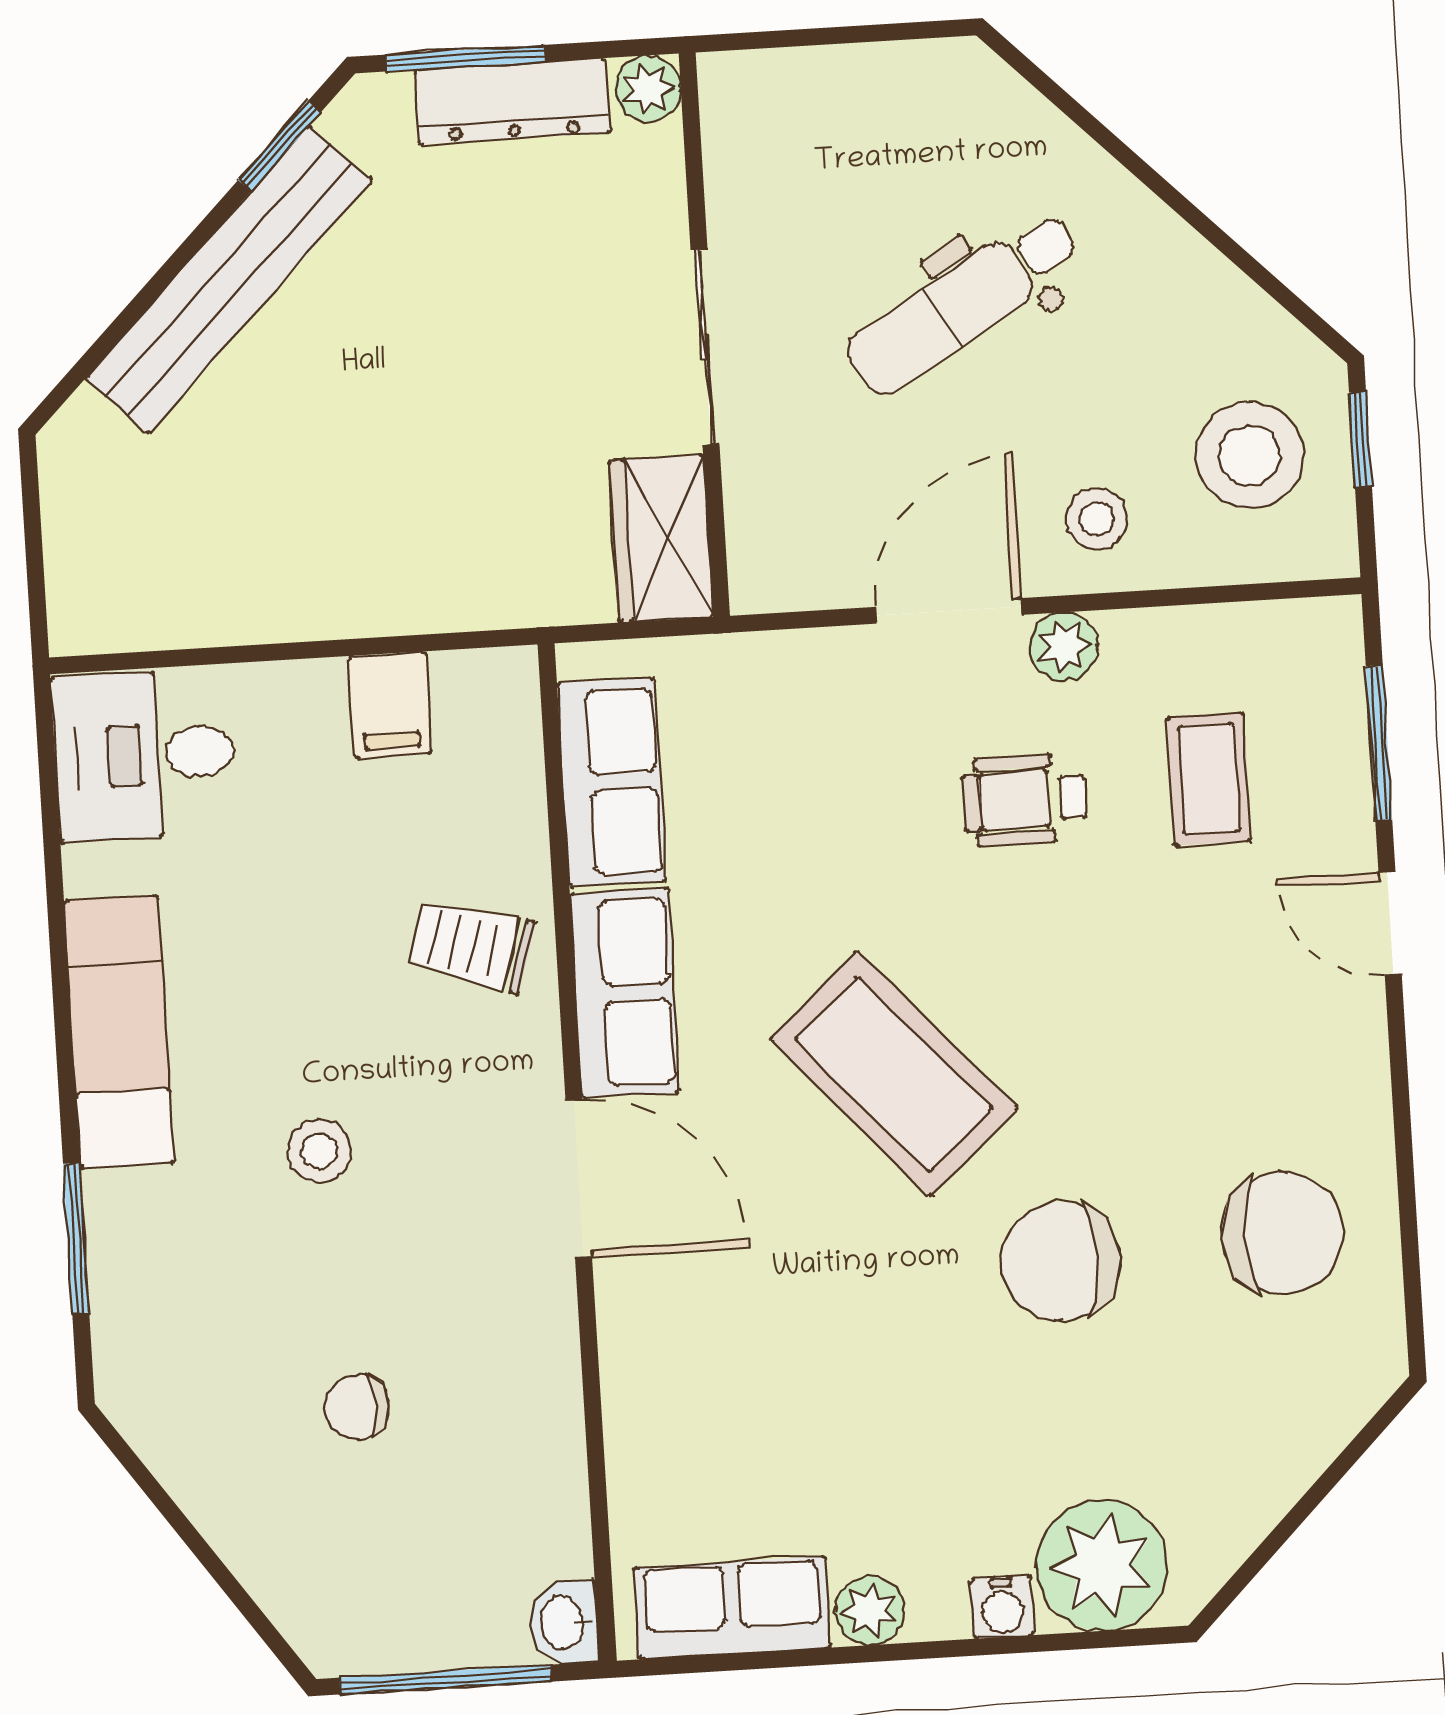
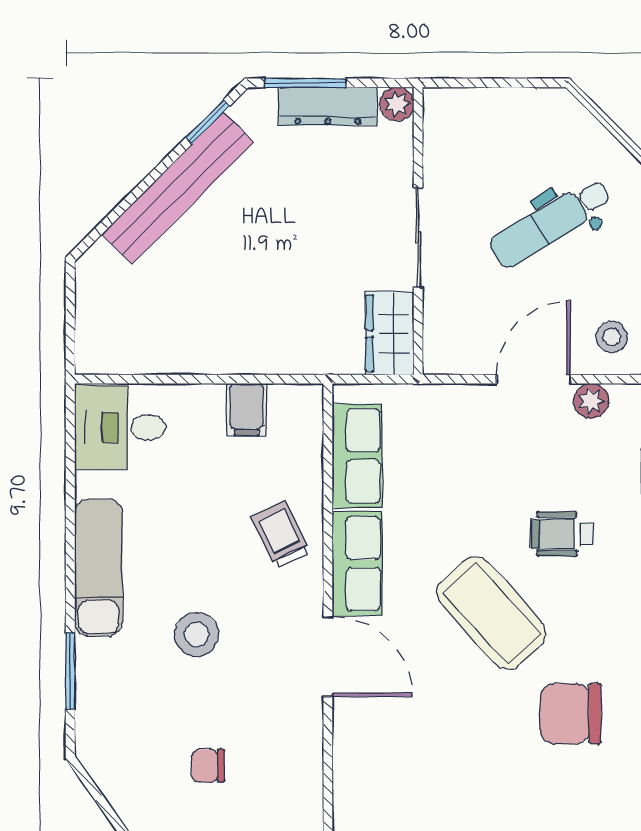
wheelchair: (1024, 800) -> (562, 534), moved
trolley: (472, 945) -> (281, 535), turned 47
stool: (319, 1151) -> (197, 635), width x1.37, depth x1.37

